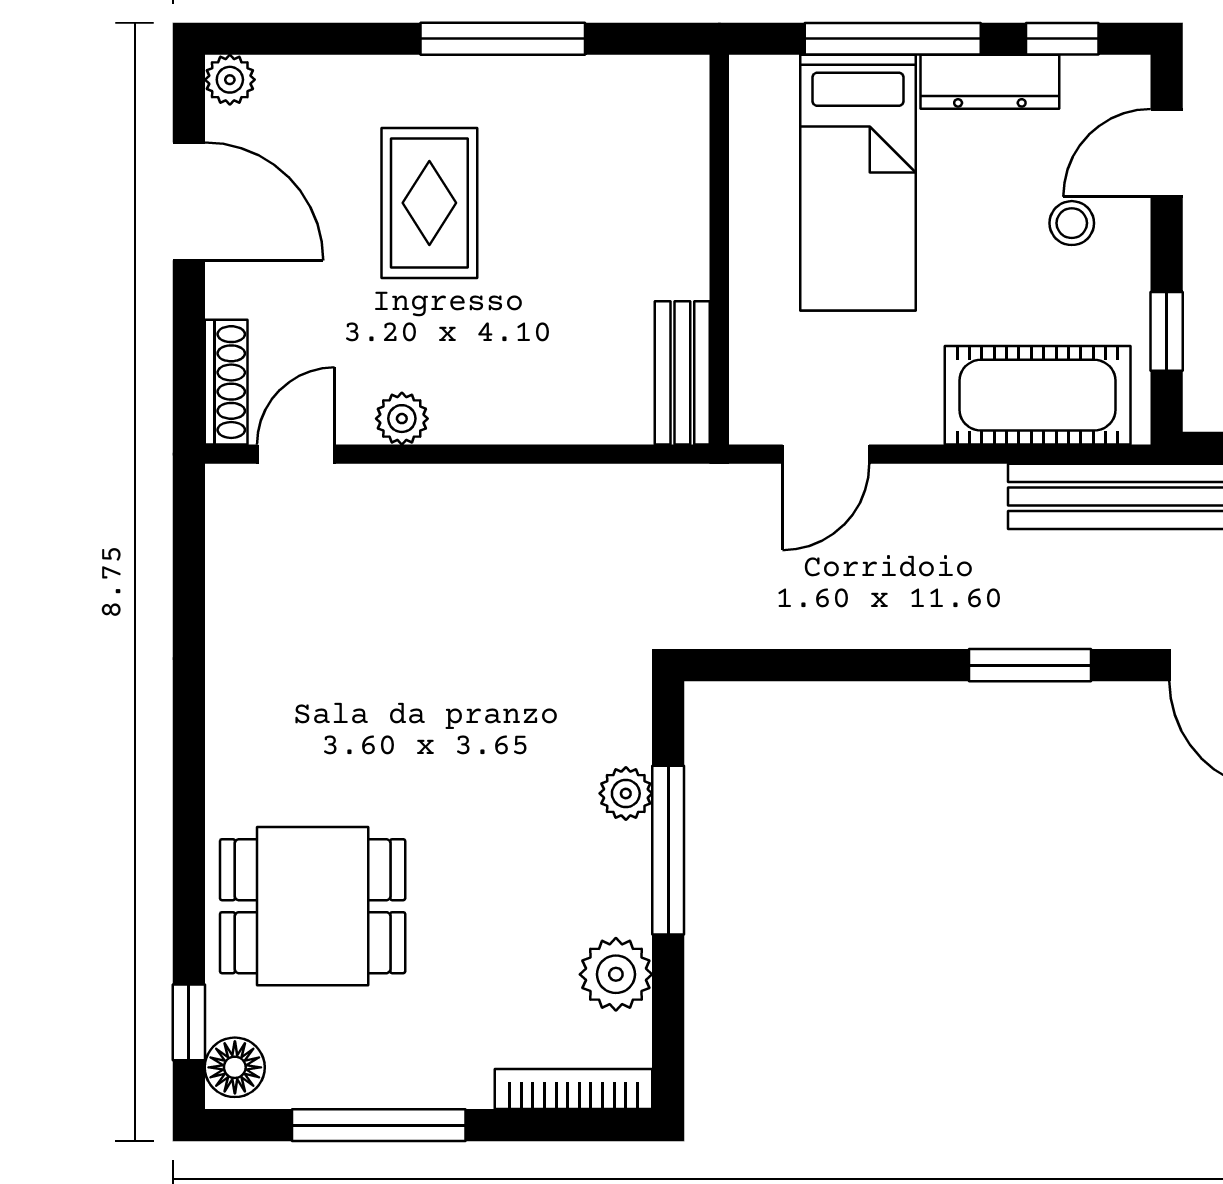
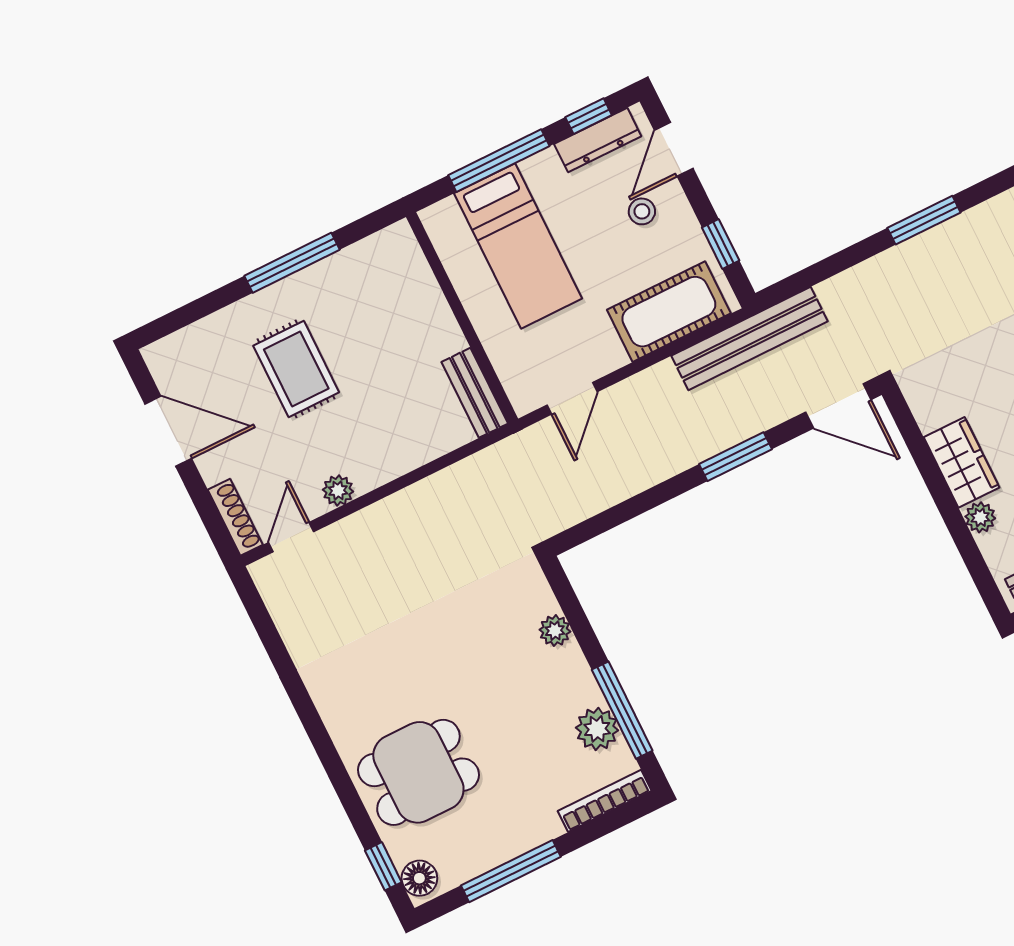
plant: (230, 80) -> (158, 356), removed
dresser: (990, 82) -> (598, 140), moved
window: (668, 850) -> (622, 710), moved

